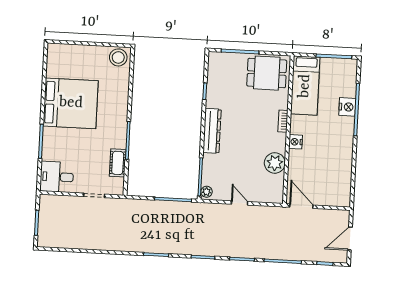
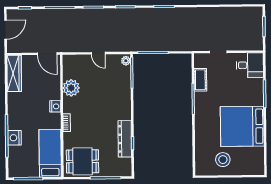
stool: (118, 57) -> (223, 160), moved
dresser: (212, 131) -> (125, 139), moved
wardrobe: (343, 185) -> (14, 73), added

